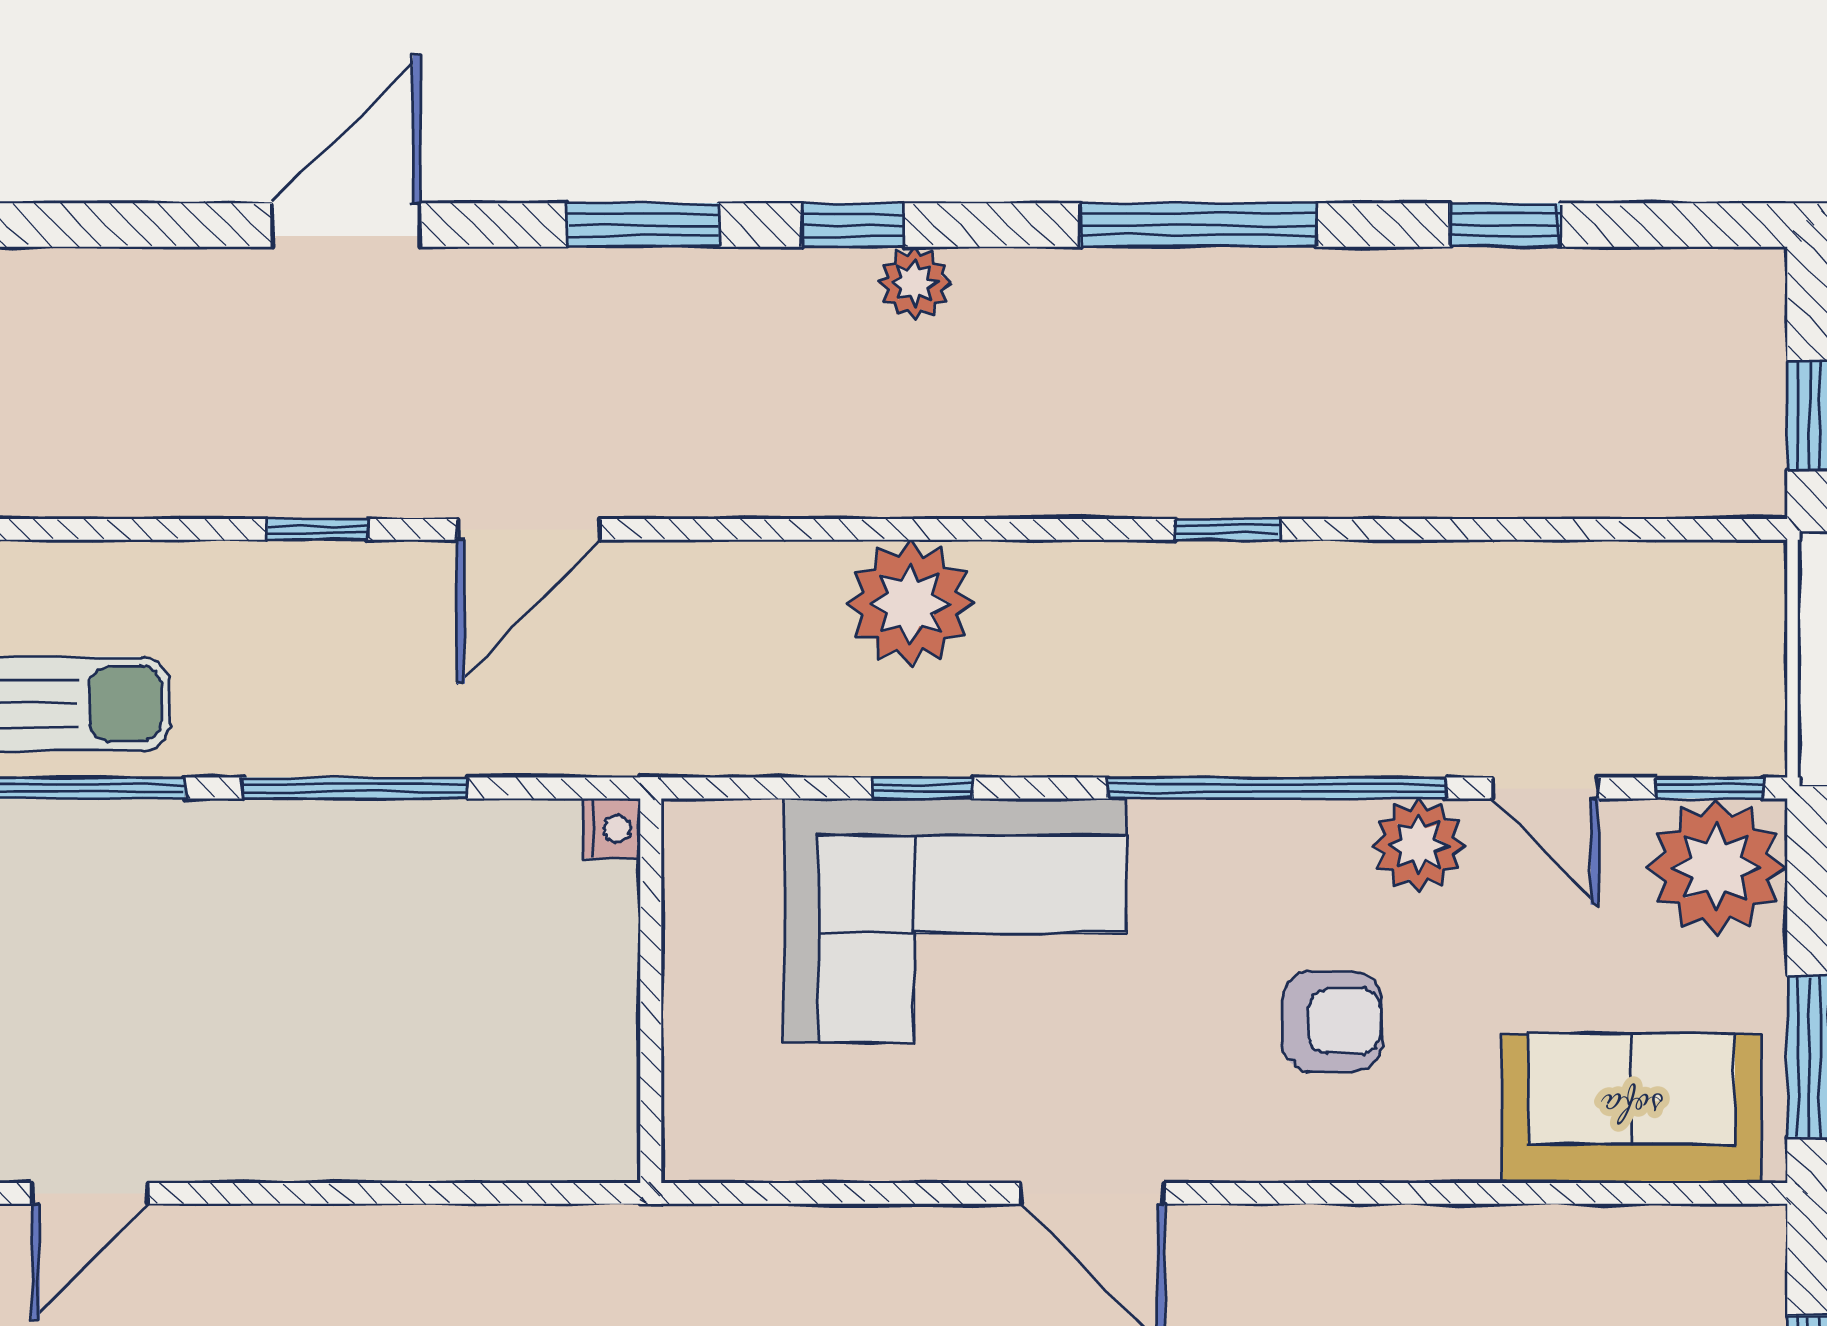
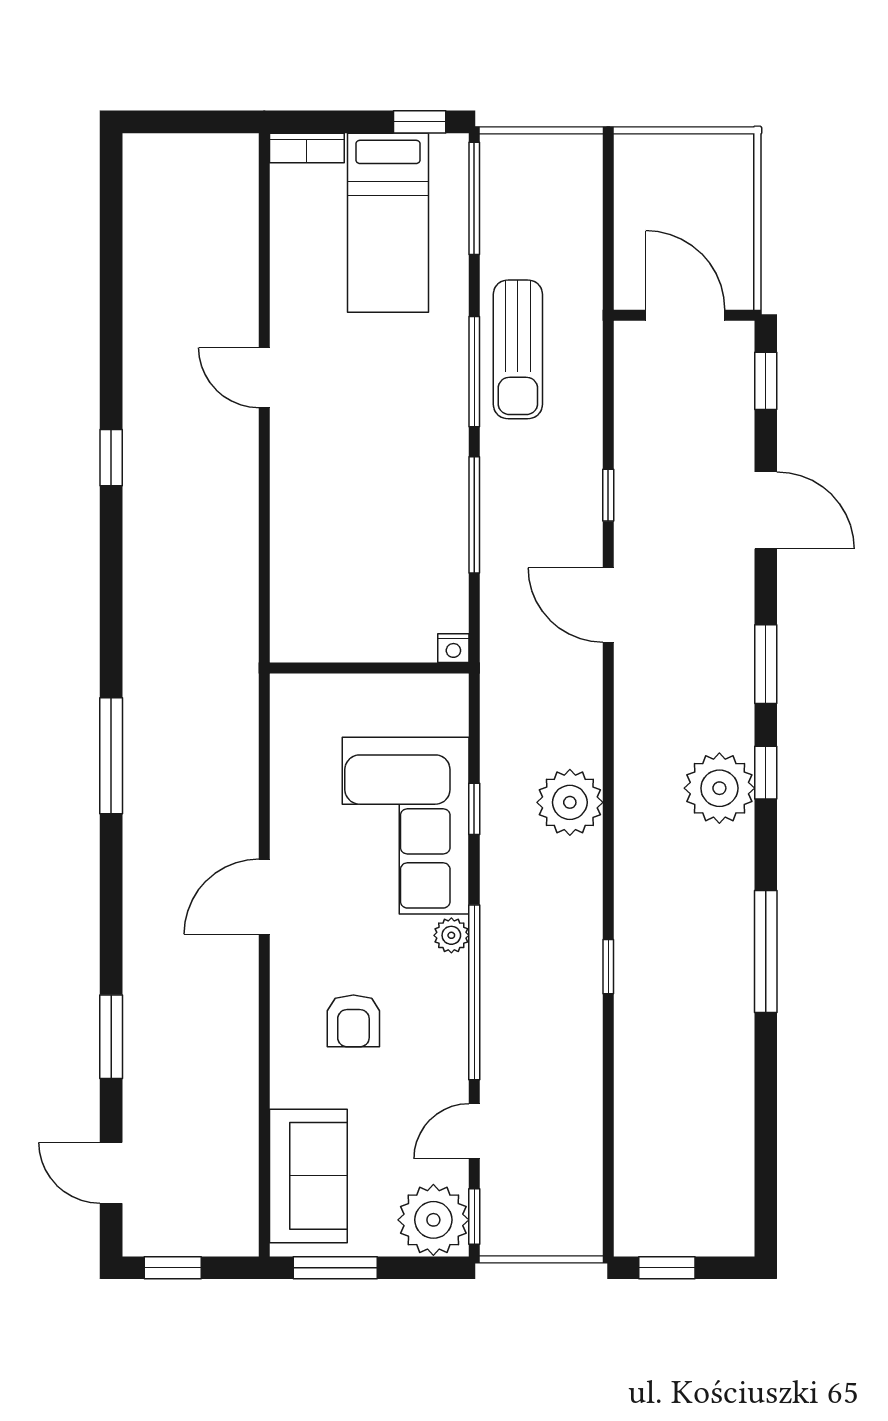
window: (1505, 225) -> (766, 381), moved
plant: (915, 283) -> (719, 788), width x1.88, depth x1.88
plant: (1419, 845) -> (451, 935), moved, width x0.73, depth x0.73

